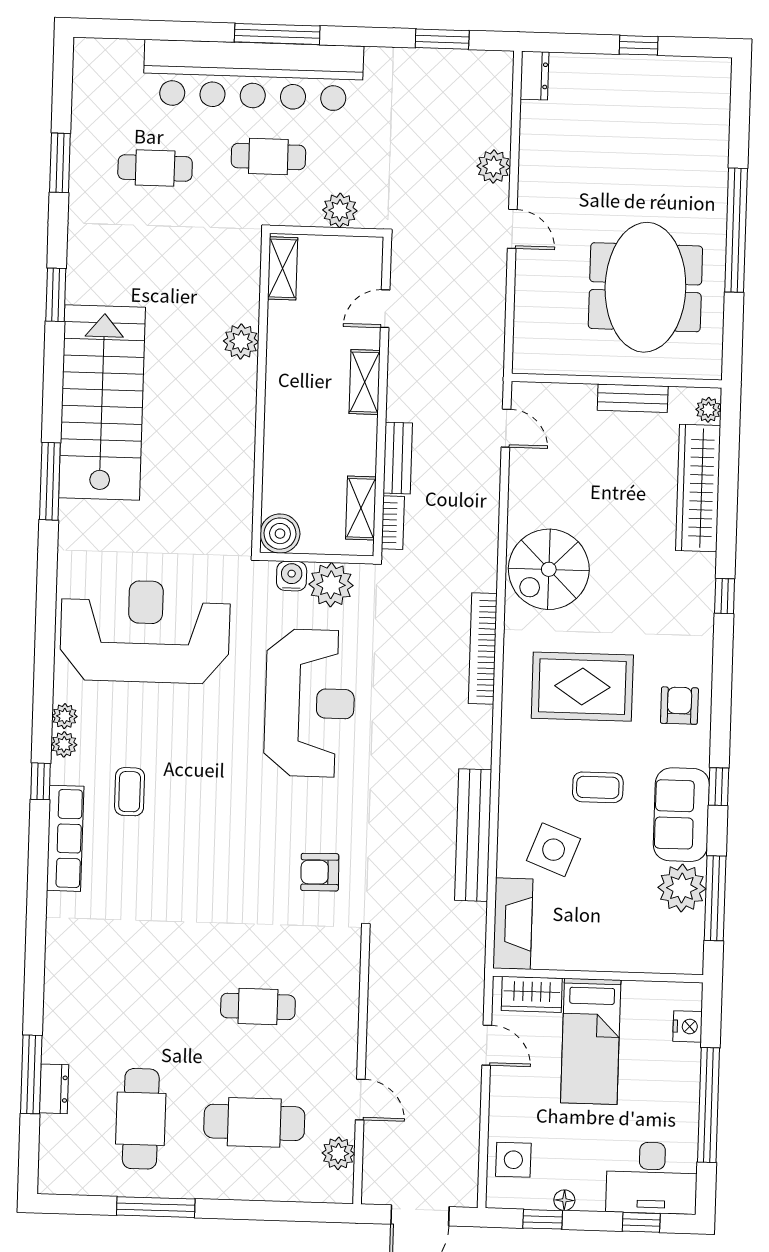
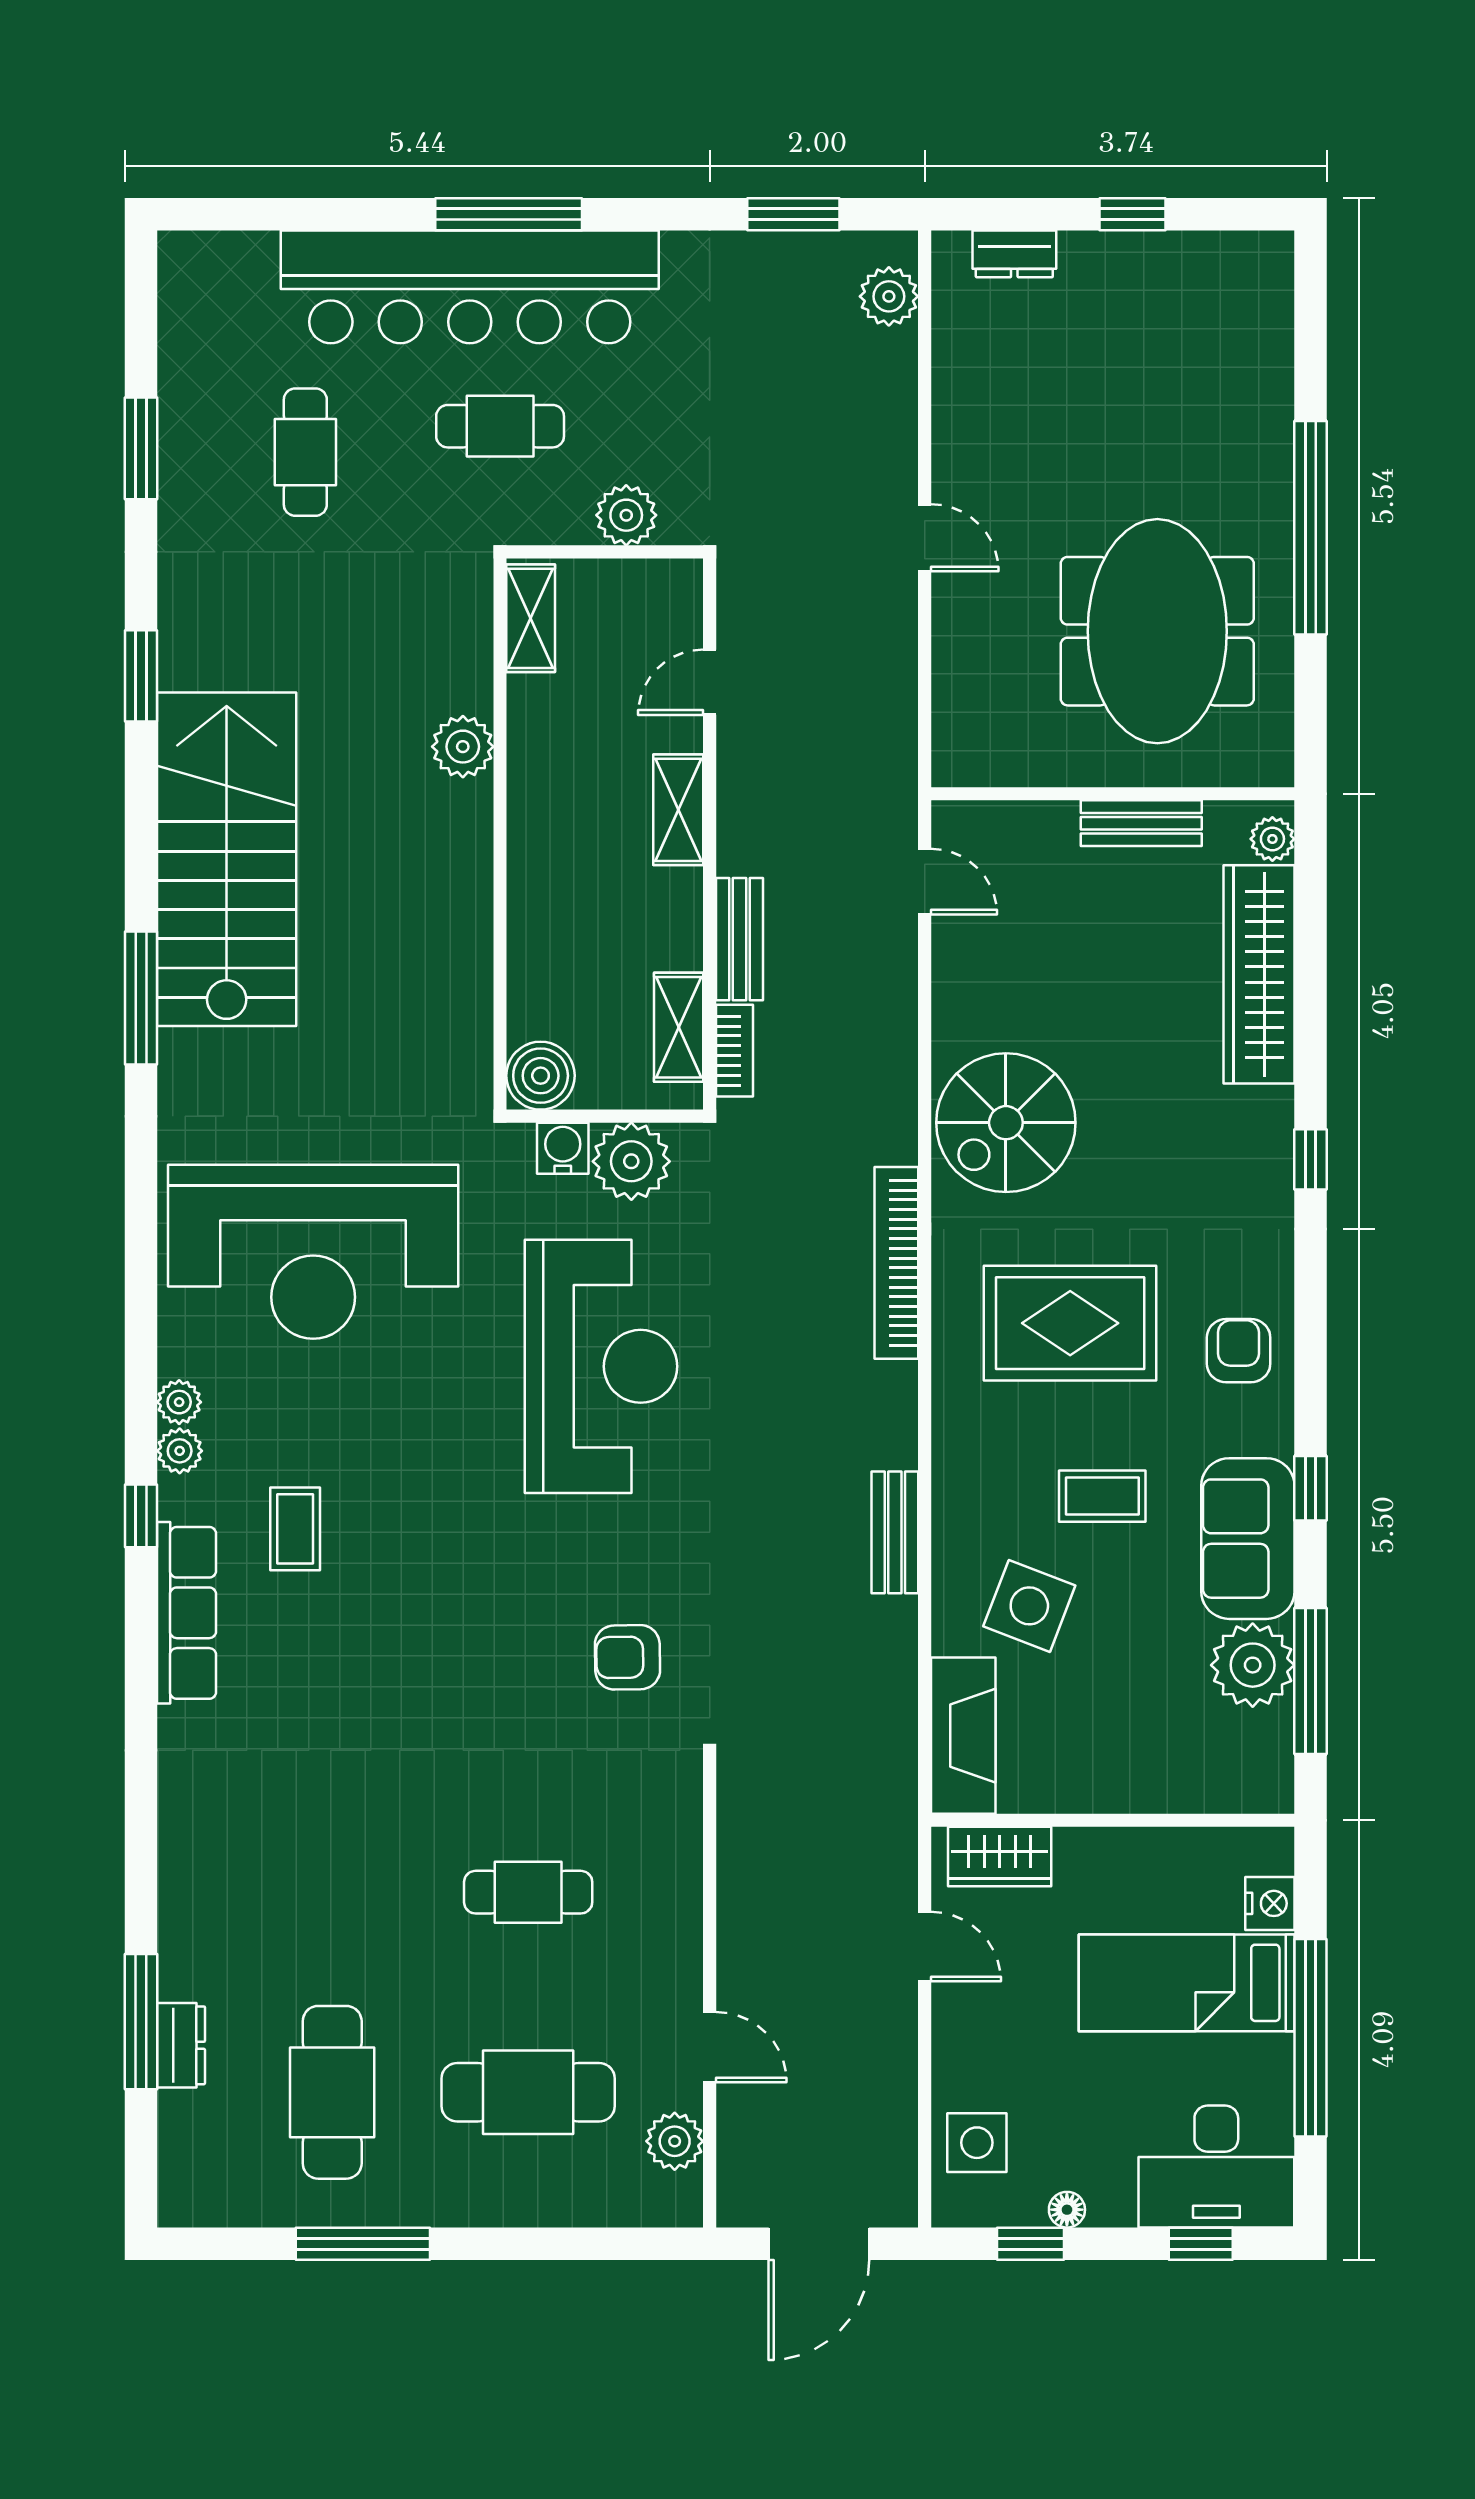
dresser: (534, 76) -> (1014, 254), moved, turned 90
plant: (494, 167) -> (889, 296), moved
cafe table: (155, 168) -> (305, 452), turned 90
reception desk: (145, 631) -> (313, 1252), turned 180
bench: (473, 835) -> (895, 1532), width x0.54, depth x0.82
bed: (591, 1041) -> (1187, 1983), moved, turned 90

